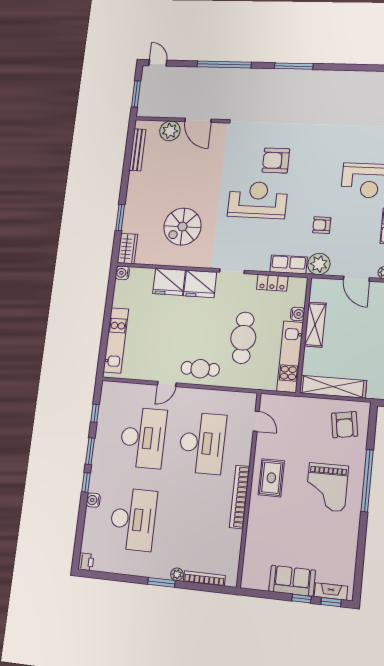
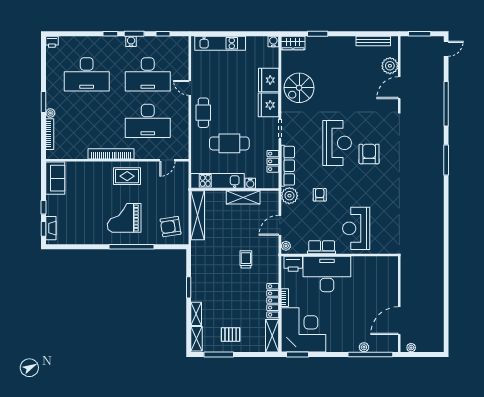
spiral stairs: (182, 227) -> (299, 88), moved, turned -90
row of seats: (289, 264) -> (288, 166), width x1.48
water cooler: (93, 500) -> (131, 41), moved
sofa: (292, 581) -> (55, 178), moved

